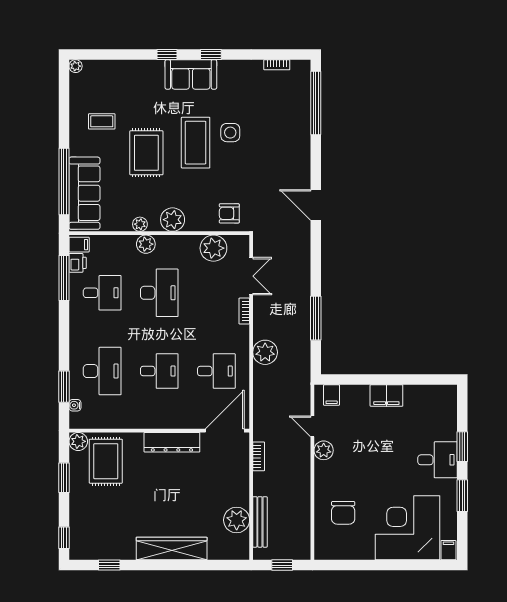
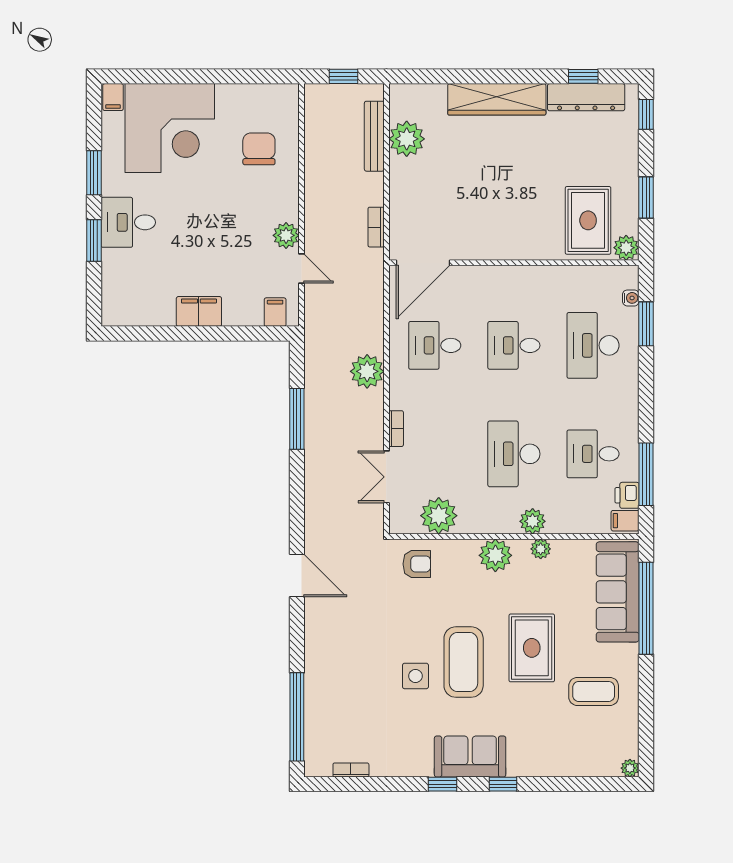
coffee table: (102, 121) -> (594, 691), width x1.36, depth x1.30
dresser: (172, 442) -> (586, 97), moved, turned 180

